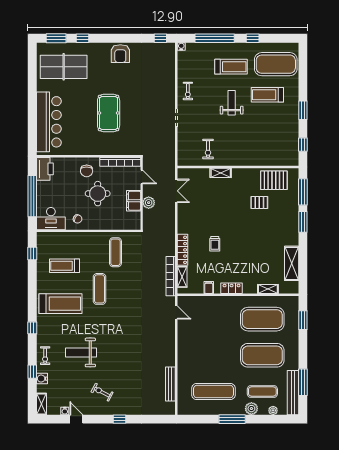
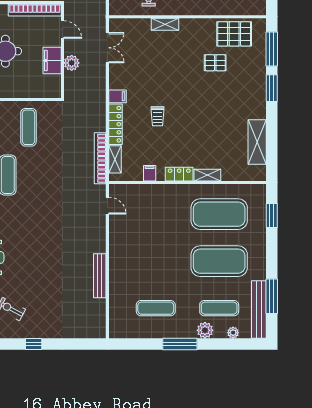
filing cabinet: (184, 228) -> (117, 96), added
shelving: (268, 289) -> (207, 175), moved
bench: (170, 384) -> (100, 276), moved
exercise mat: (213, 392) -> (156, 308), width x0.73, depth x0.69

